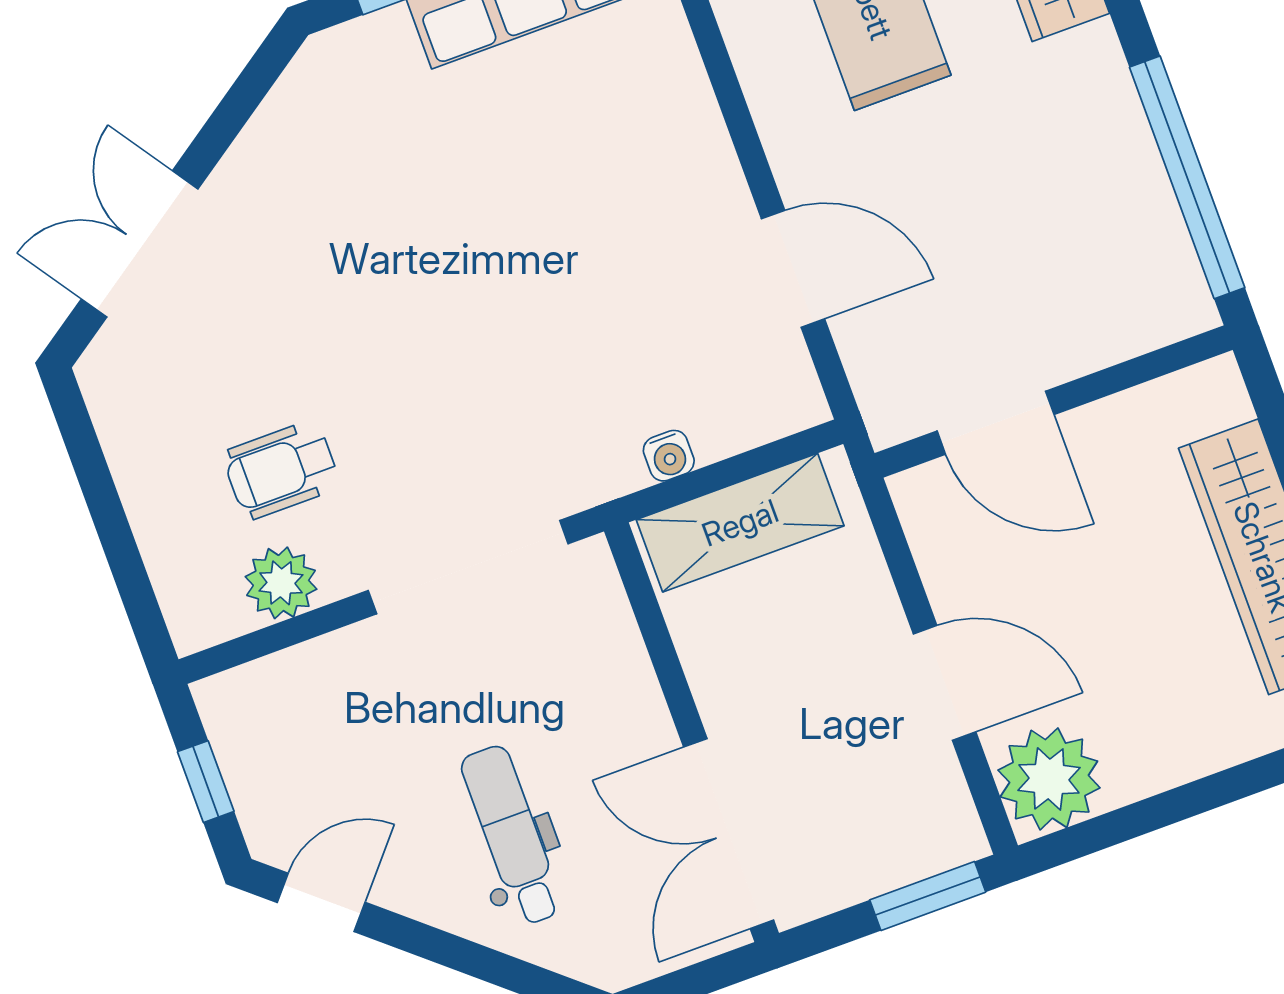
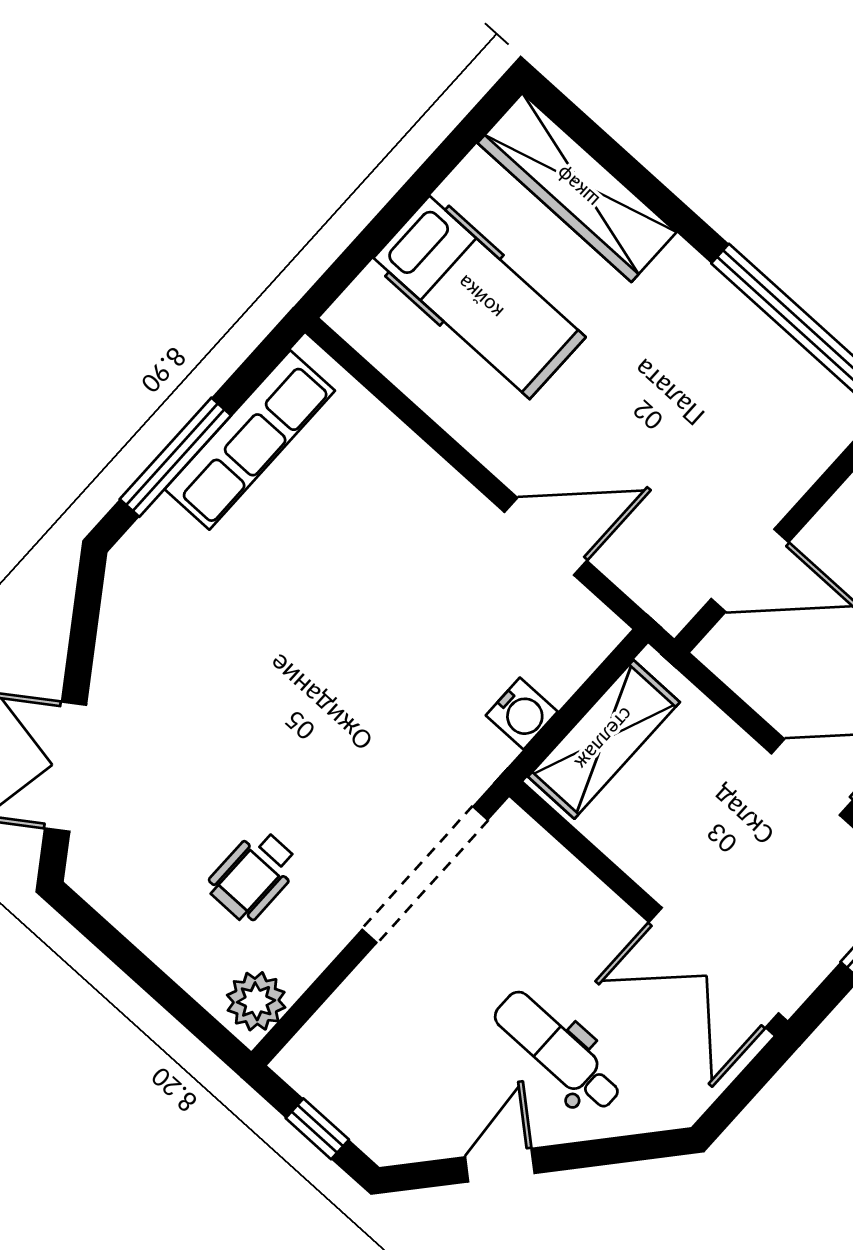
water cooler: (669, 456) -> (522, 713), width x1.38, depth x1.38
plant: (281, 583) -> (256, 1001), moved
door: (321, 902) -> (500, 1165), moved

